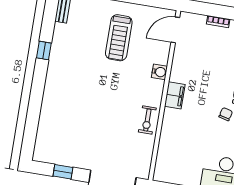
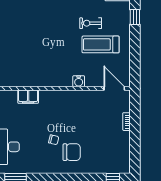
filing cabinet: (175, 95) -> (28, 97), moved
exercise bike: (147, 120) -> (91, 23), moved

